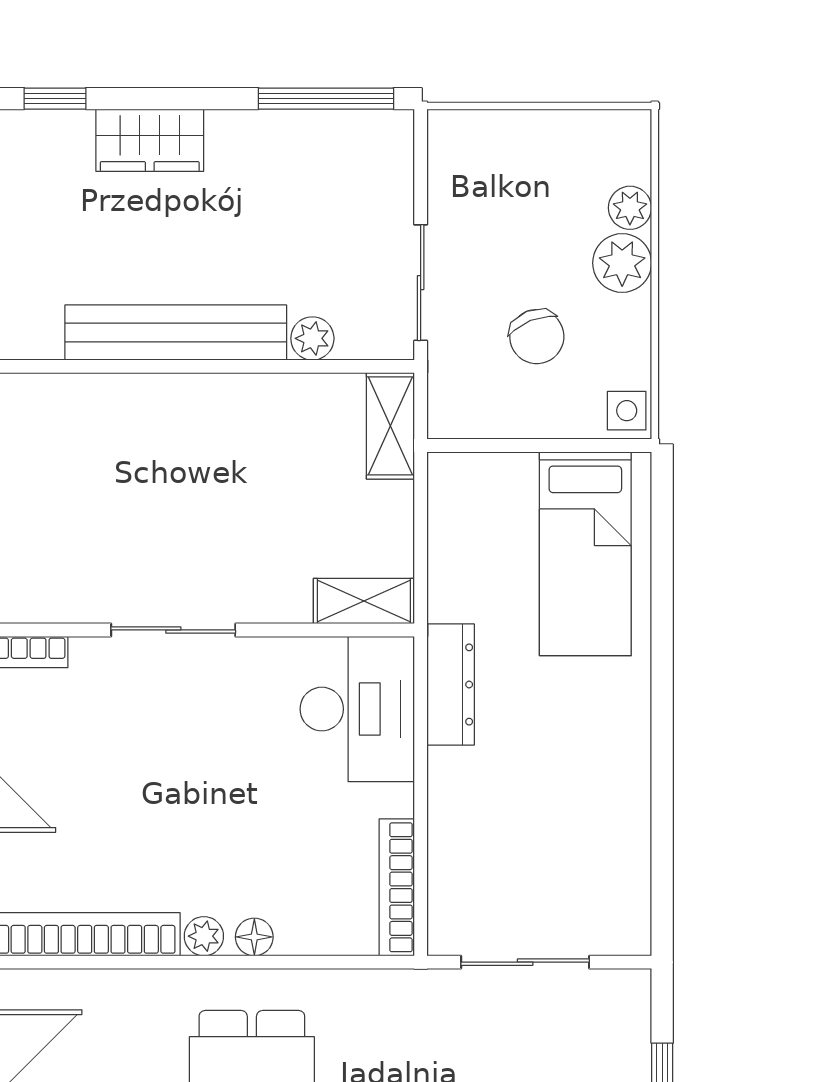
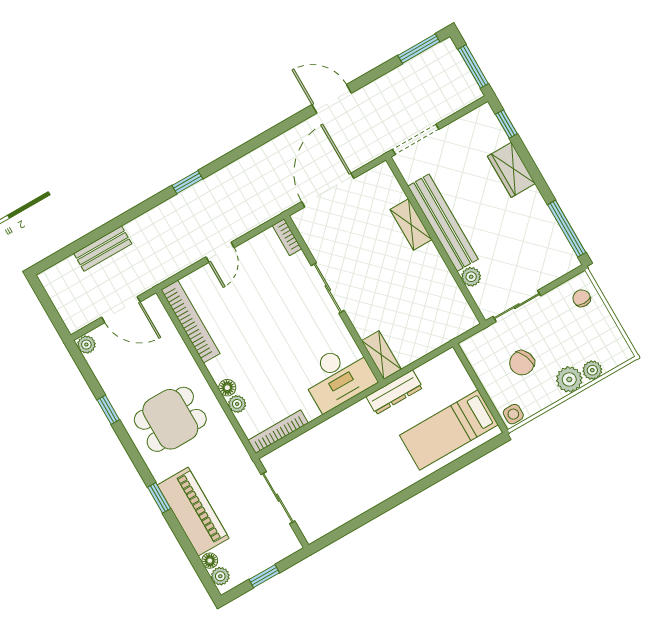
chair: (478, 148) -> (582, 298), added
shelving: (390, 426) -> (411, 225), moved, turned 90
dresser: (451, 684) -> (394, 392), moved
plant: (204, 936) -> (237, 404), moved

